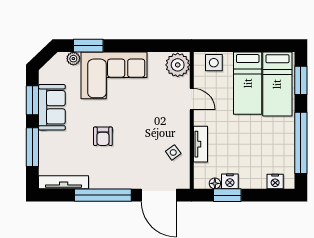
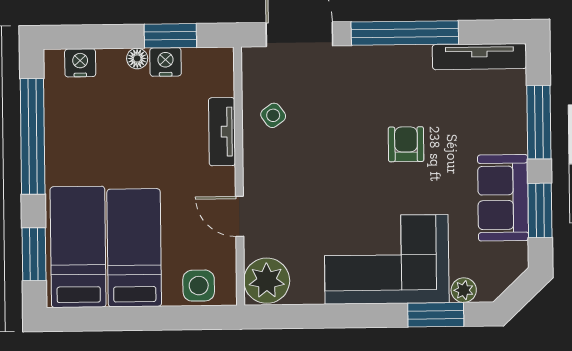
floor lamp: (215, 183) -> (137, 58), moved

